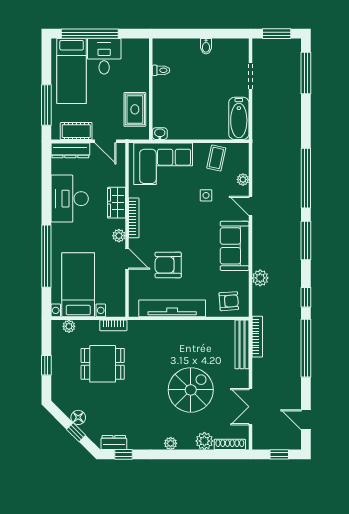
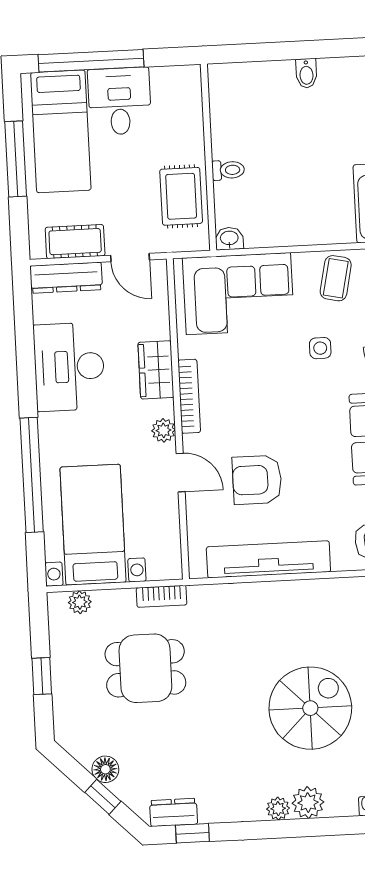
toilet: (161, 70) -> (228, 170), moved
window: (46, 105) -> (16, 159), moved
plant: (204, 441) -> (308, 803), moved

